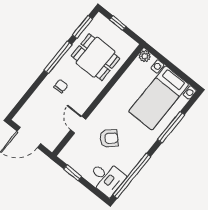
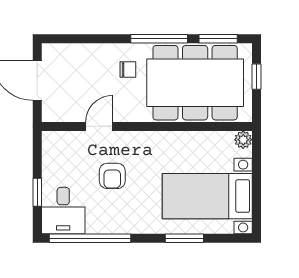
dining table: (95, 57) -> (195, 83), width x1.88, depth x1.24
window: (171, 127) -> (184, 238), width x0.69
armchair: (109, 138) -> (112, 176), turned 43
window: (73, 173) -> (37, 192), moved

